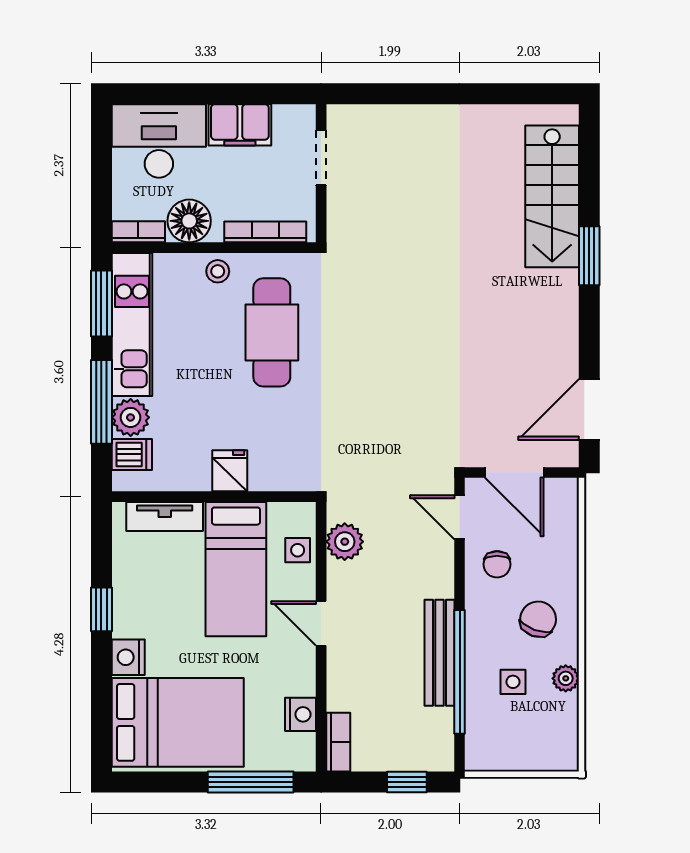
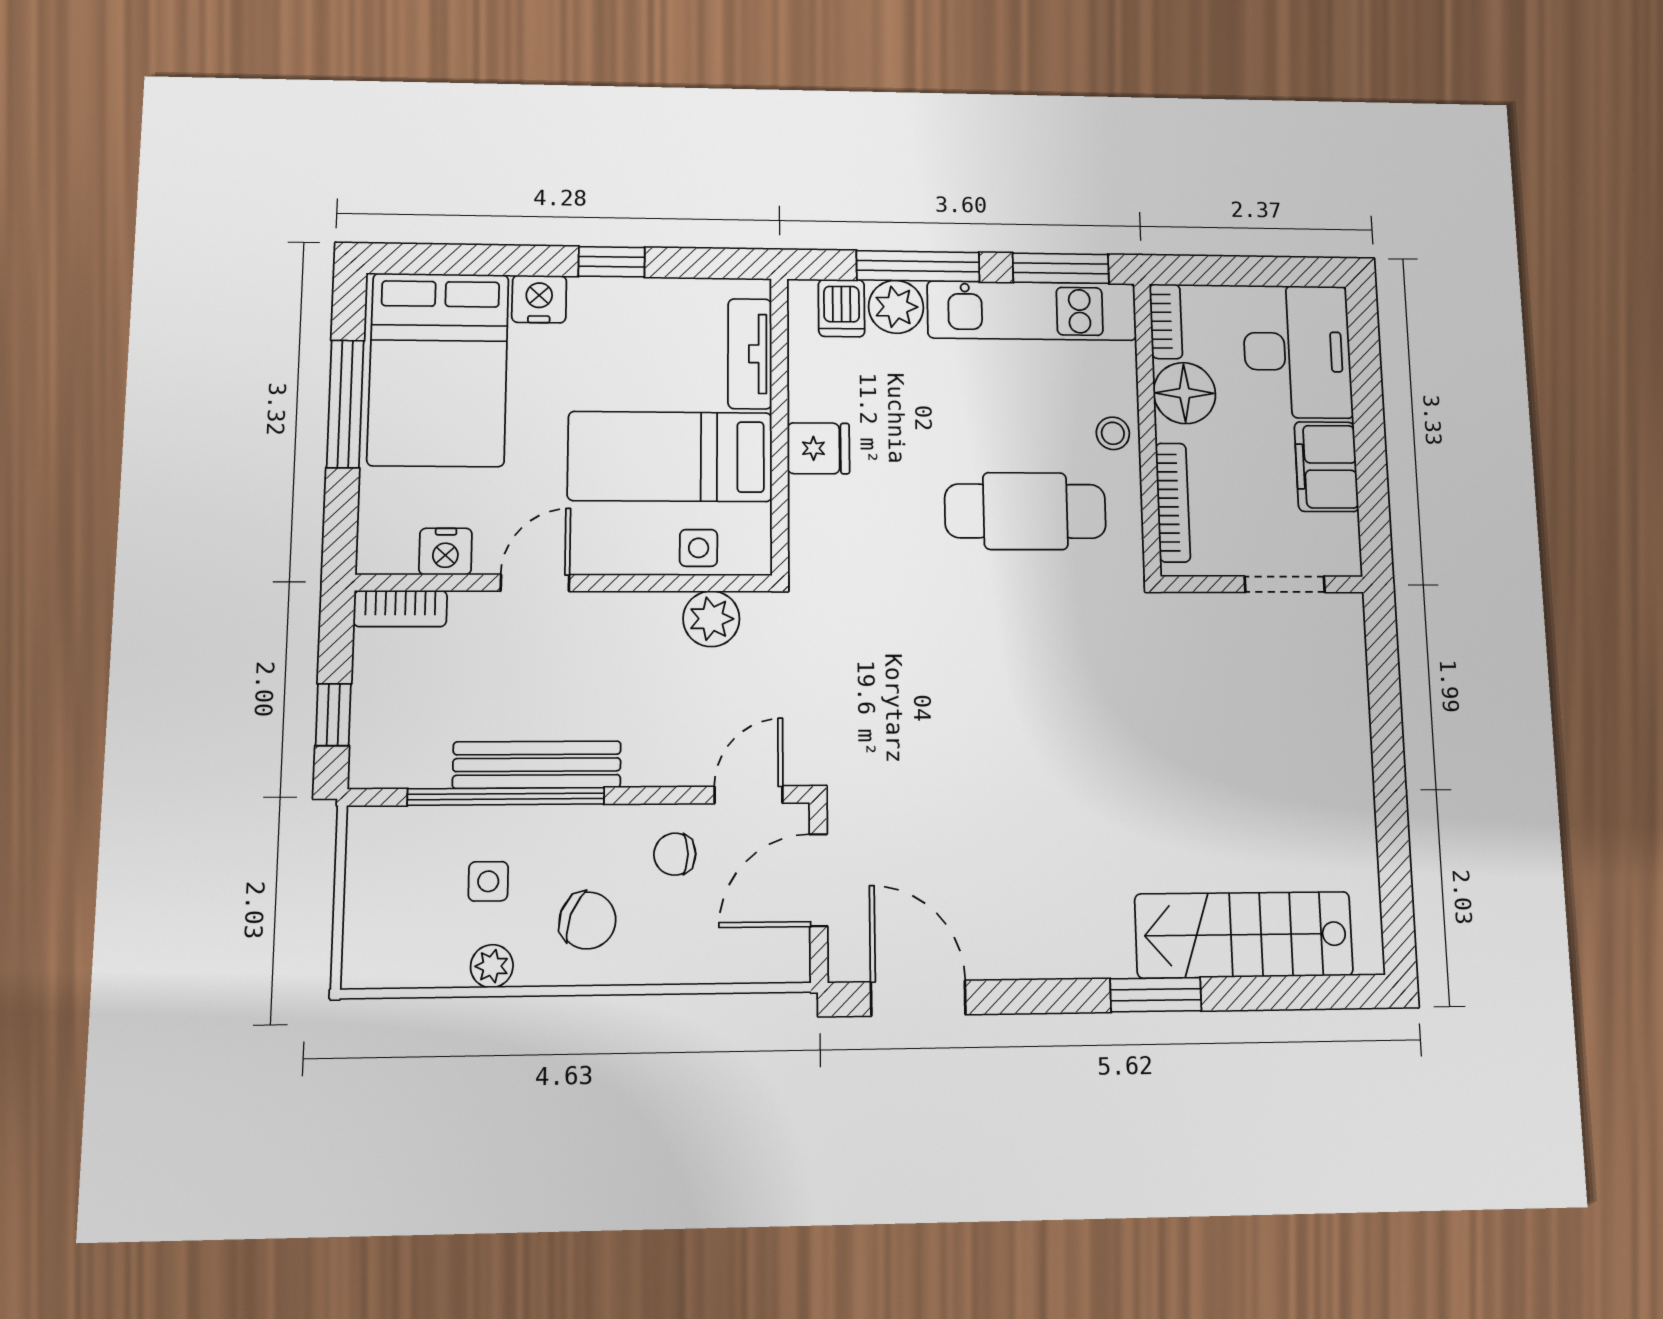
door: (321, 623) -> (535, 583), moved
window: (251, 782) -> (345, 404), moved

